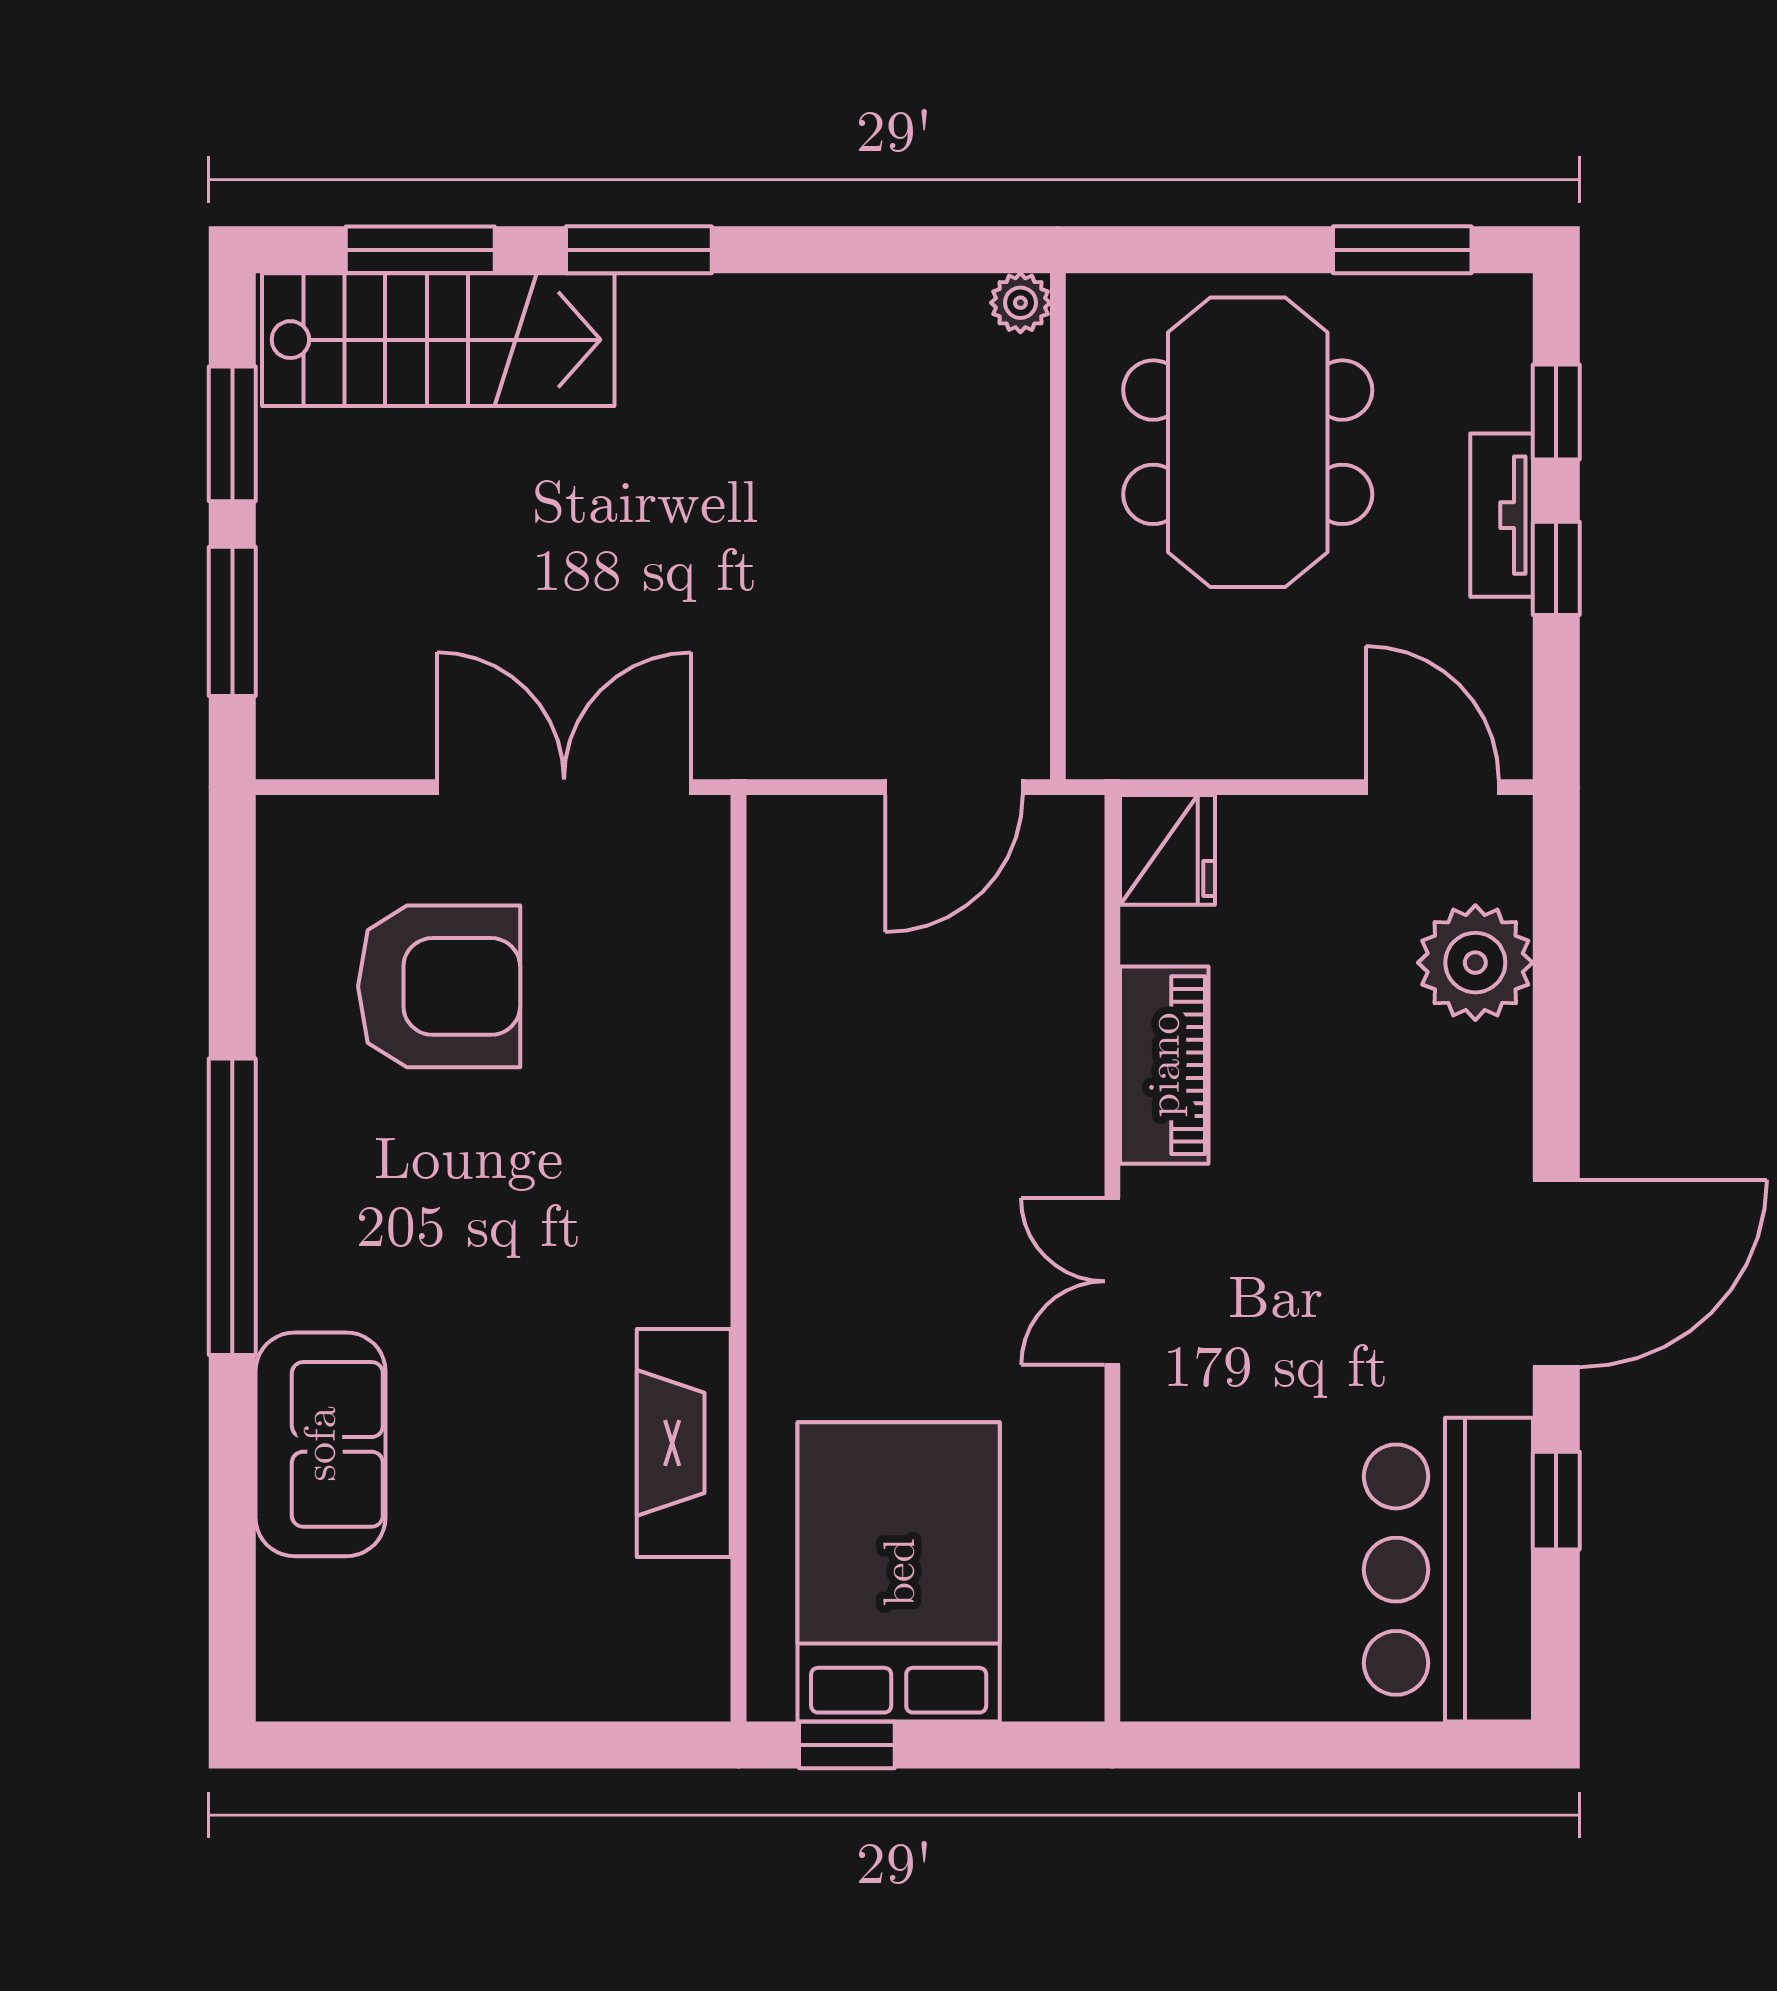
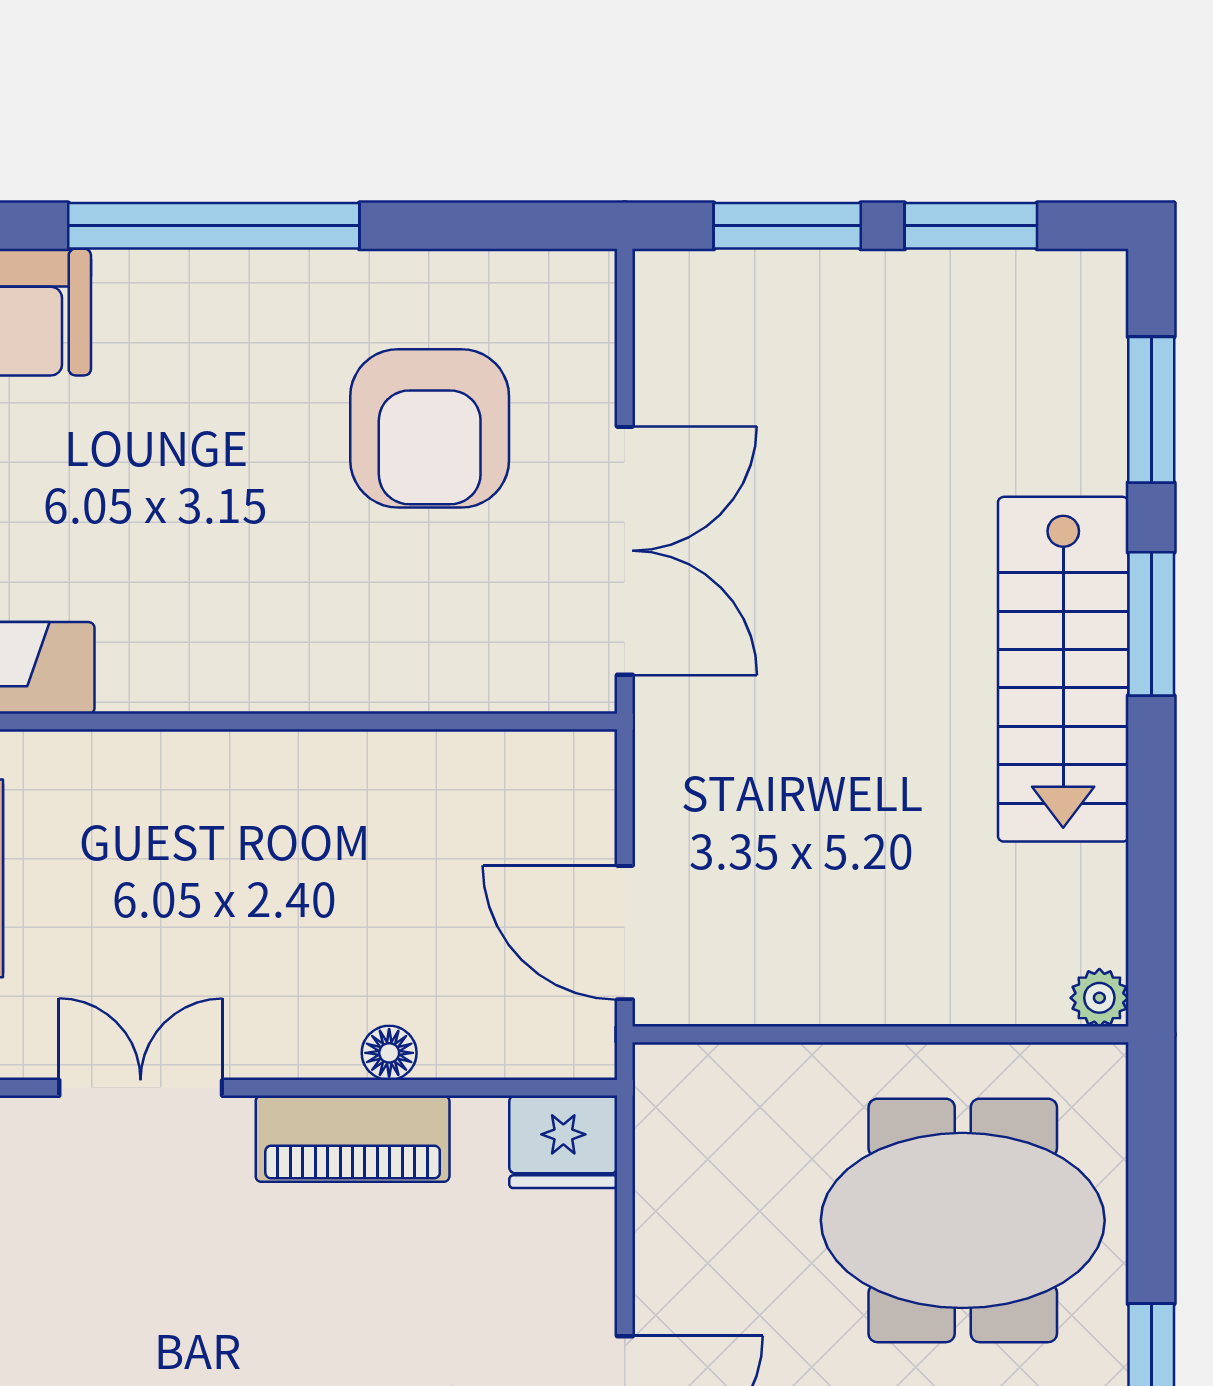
stairs: (438, 340) -> (1063, 669), moved
floor lamp: (1077, 1028) -> (389, 1053), added

